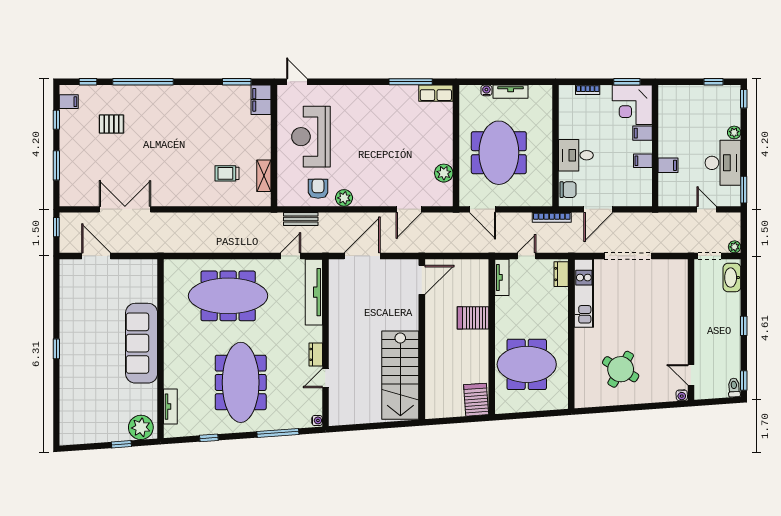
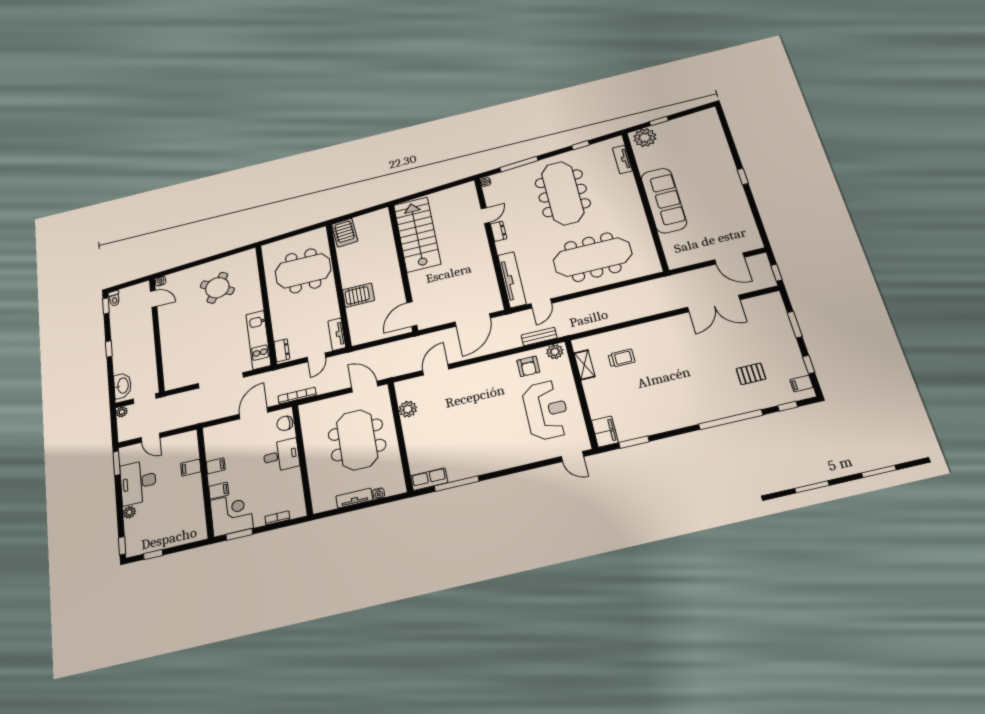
plant: (344, 198) -> (555, 352), moved

